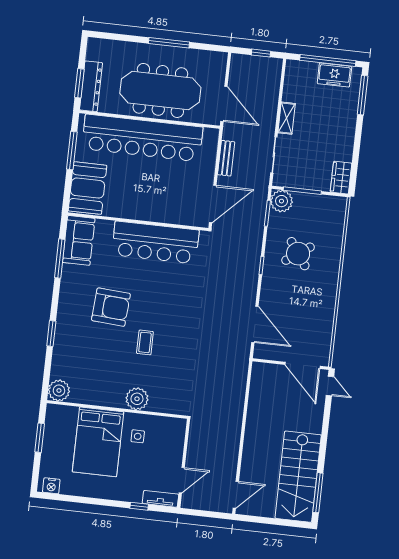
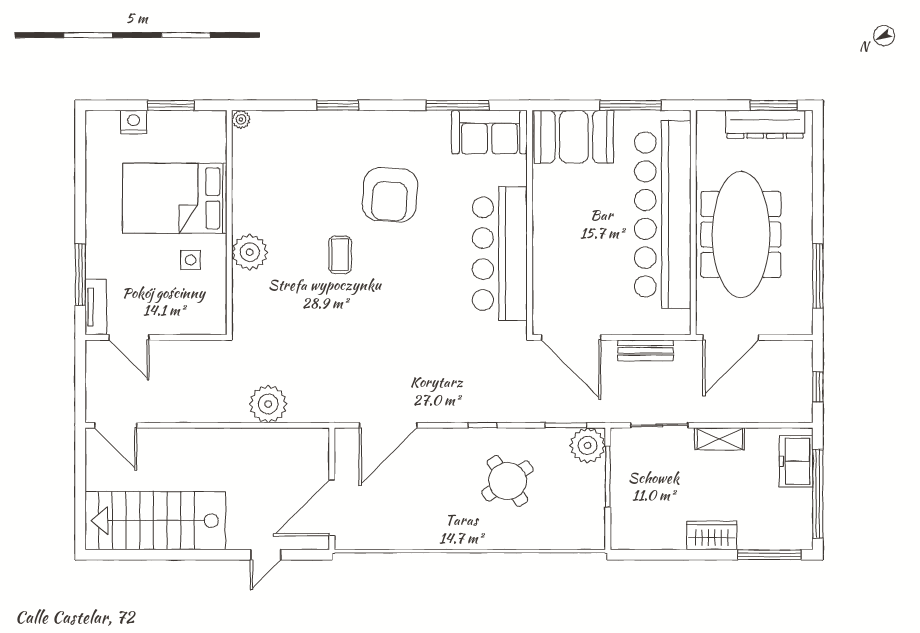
window: (169, 43) -> (818, 276), moved
freezer: (334, 75) -> (796, 461), moved
window: (79, 83) -> (774, 105), moved
dresser: (91, 86) -> (765, 124), moved
wardrobe: (341, 178) -> (712, 535), moved
coffee table: (145, 342) -> (340, 255), turned 90
door: (330, 386) -> (266, 555), moved
plant: (59, 391) -> (241, 119), width x0.53, depth x0.53
plant: (233, 398) -> (268, 404), added
nightstand: (51, 486) -> (134, 122), moved, turned 90
window: (318, 493) -> (133, 555), removed
window: (139, 506) -> (80, 275), width x2.17

